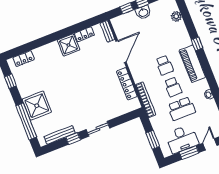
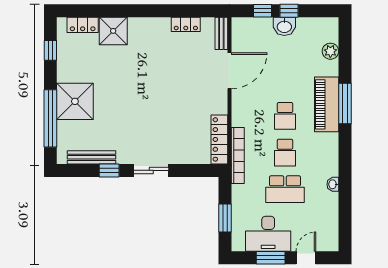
window: (197, 44) -> (345, 103), width x2.17
shower: (68, 45) -> (113, 31), moved
piano: (192, 64) -> (327, 104), moved
locker: (127, 84) -> (219, 139), moved

